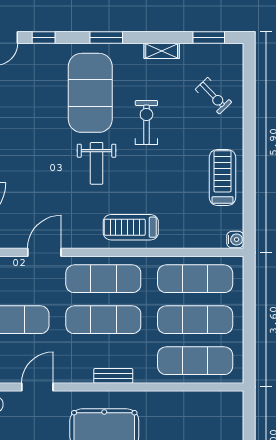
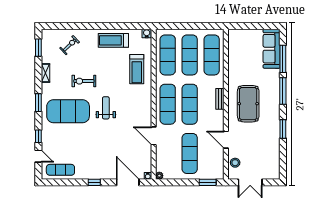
weight bench: (97, 163) -> (106, 108), turned -90
treadmill: (131, 227) -> (137, 69), moved

